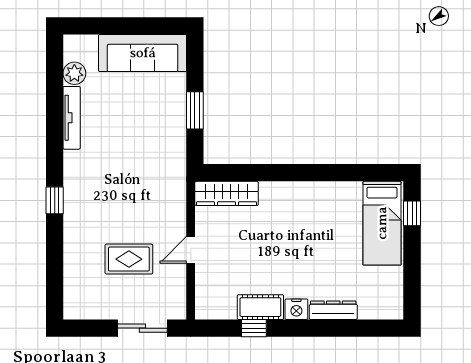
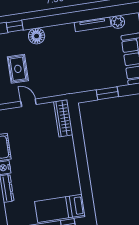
window: (55, 200) -> (15, 26), moved
floor lamp: (77, 218) -> (37, 36), added

